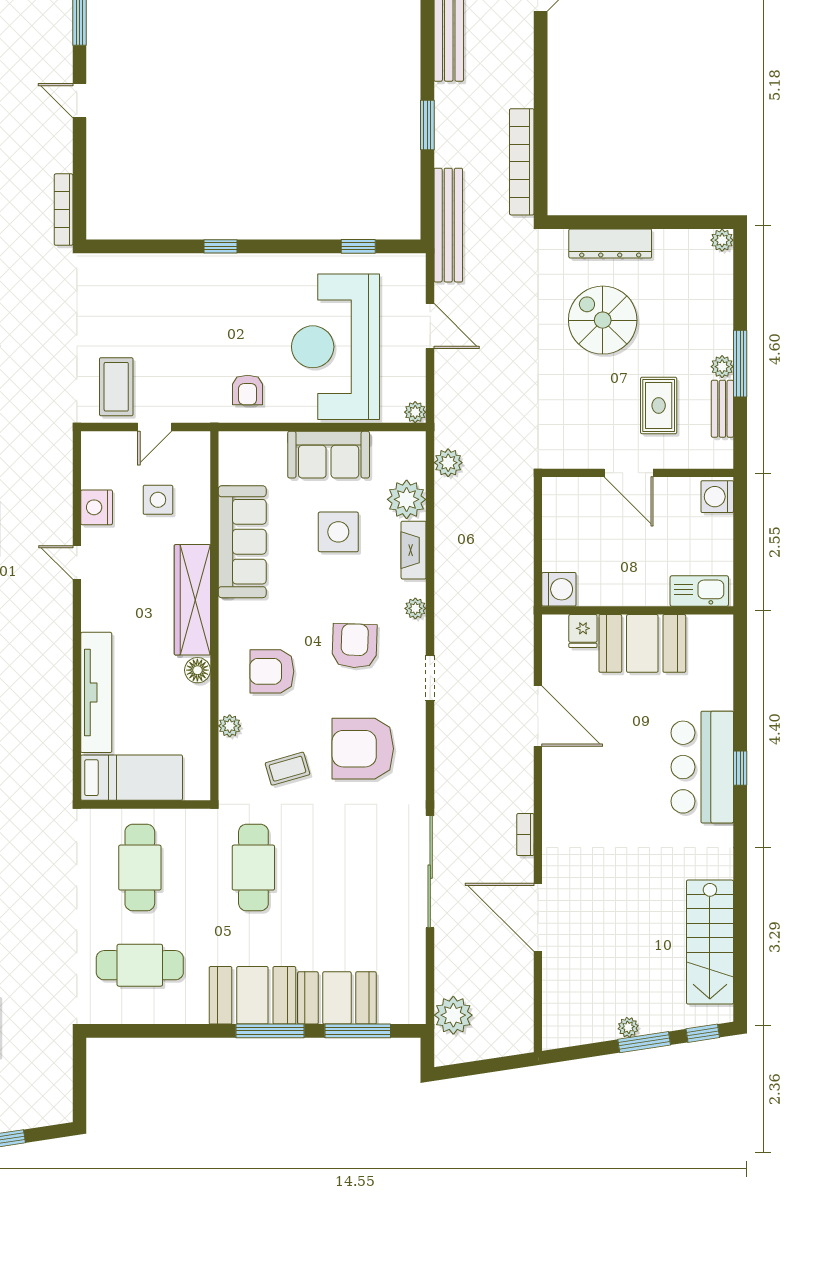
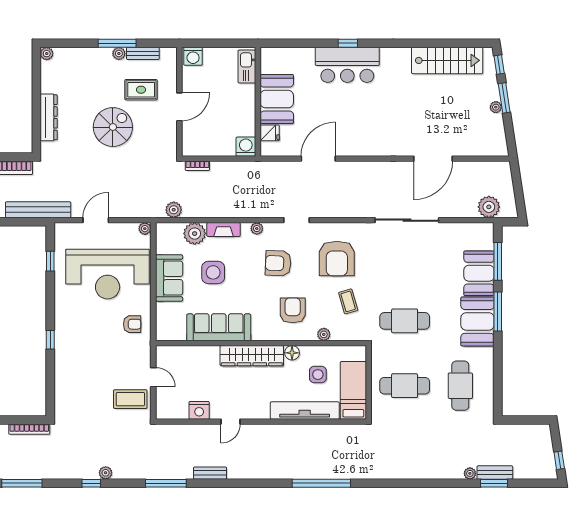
spiral stairs: (603, 320) -> (113, 127), moved, turned 180
side table: (158, 500) -> (318, 375), moved
armchair: (272, 671) -> (293, 310), turned 180
bookcase: (525, 835) -> (197, 166), moved

